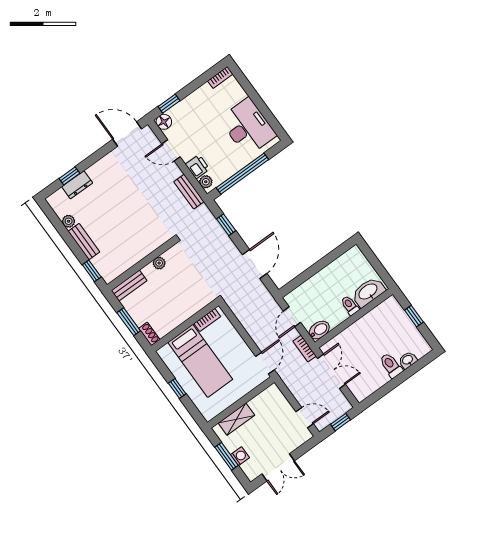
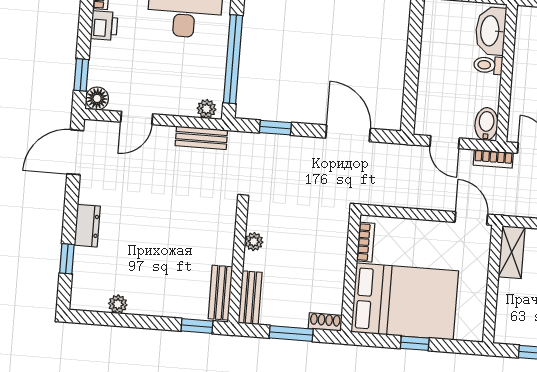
printer: (197, 167) -> (104, 26), moved, turned 90
dresser: (77, 185) -> (87, 226), moved
bench: (84, 242) -> (220, 293), moved, turned 90
bed: (200, 361) -> (405, 301), width x1.50
shelving: (236, 419) -> (512, 252), moved

